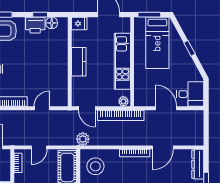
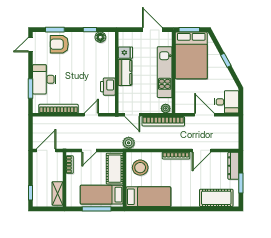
fridge: (79, 24) -> (125, 53), moved
printer: (35, 25) -> (108, 87), moved, turned 90
bed: (157, 43) -> (191, 55), width x1.50

